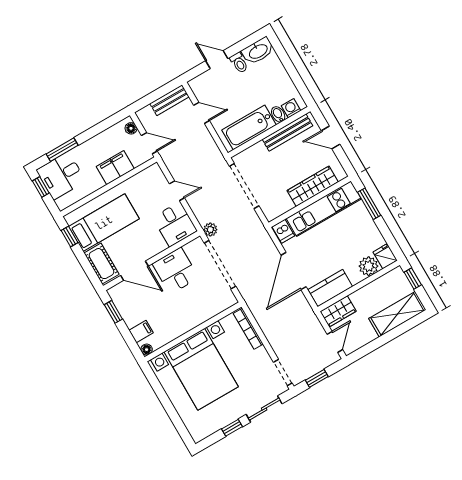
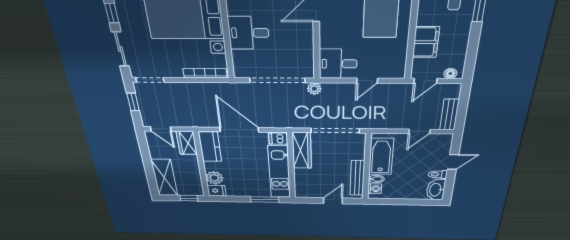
wardrobe: (313, 186) -> (302, 151), moved
desk: (176, 271) -> (249, 33), moved, turned 180

